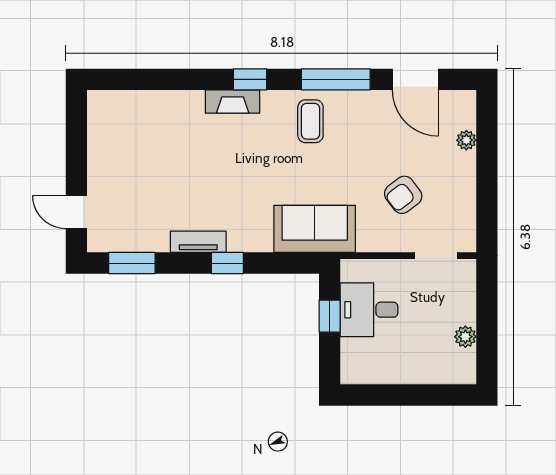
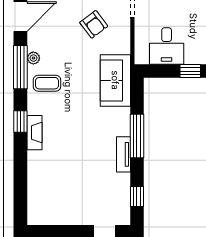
plant: (350, 100) -> (33, 58), added
window: (132, 263) -> (137, 197), width x0.67
window: (227, 263) -> (137, 136), width x2.17
window: (330, 316) -> (190, 71), moved

